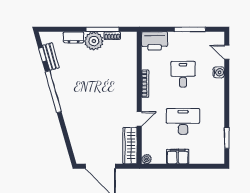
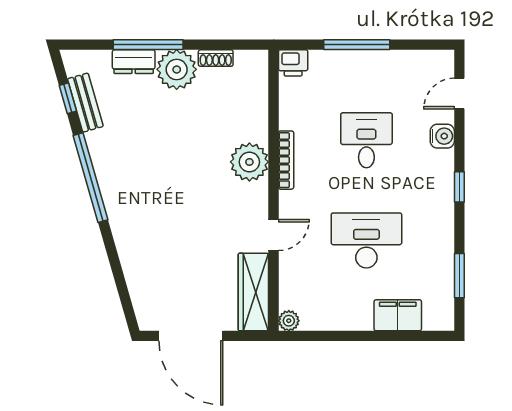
window: (102, 29) -> (148, 45), moved
window: (190, 29) -> (357, 45), moved
printer: (155, 41) -> (293, 63), width x0.53, depth x0.68
door: (227, 52) -> (459, 94), hinge flipped
plant: (128, 84) -> (249, 162), added
window: (227, 96) -> (459, 187), added
filing cabinet: (178, 157) -> (398, 315), moved

